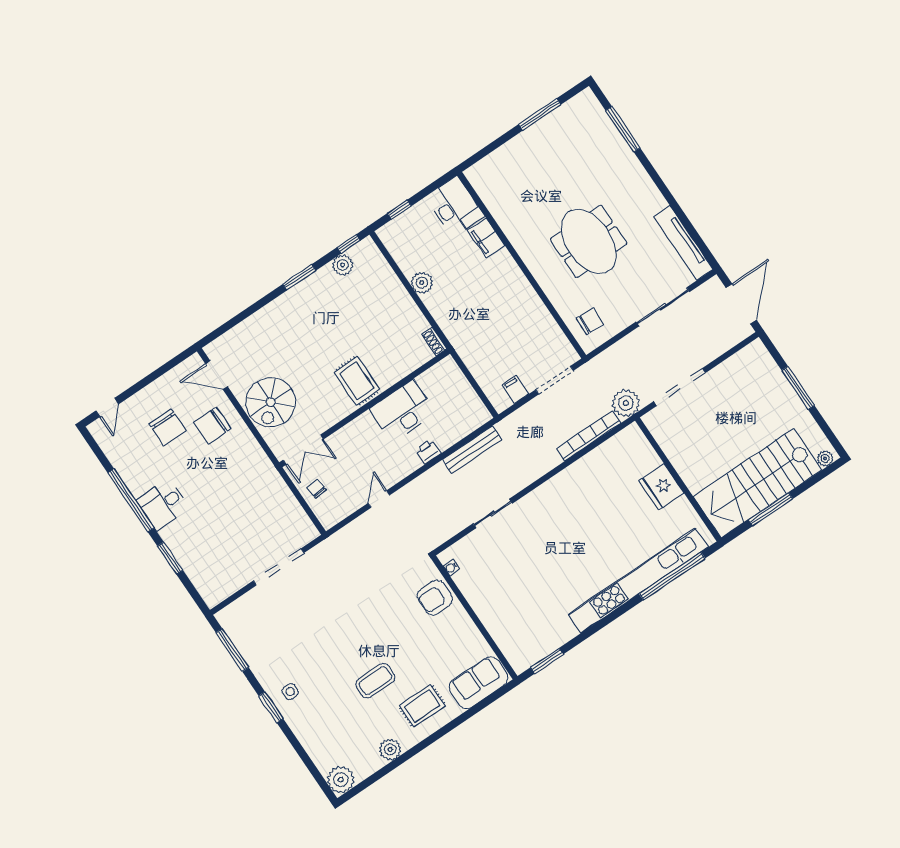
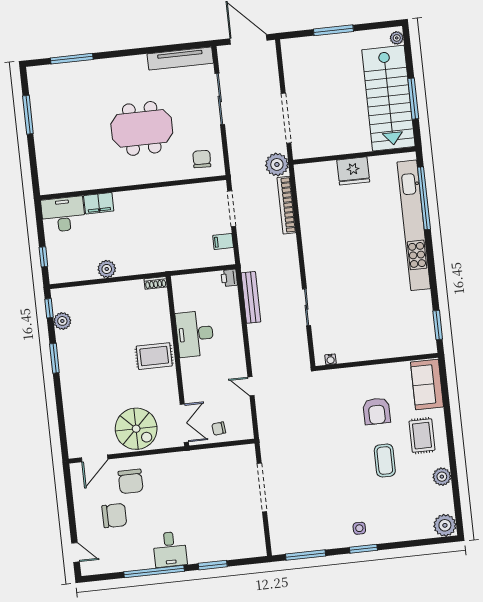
printer: (428, 452) -> (229, 278), moved
armchair: (435, 598) -> (377, 411), moved

